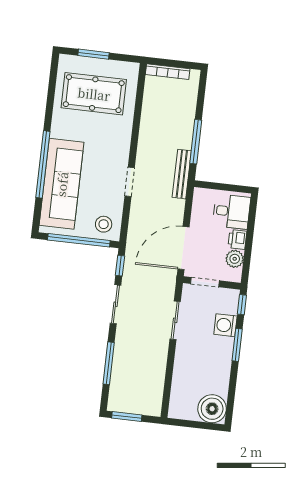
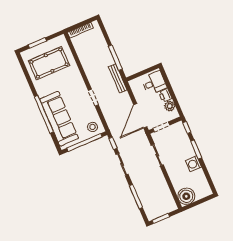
washing machine: (225, 325) -> (193, 164), moved
boiler: (212, 409) -> (186, 196), moved

